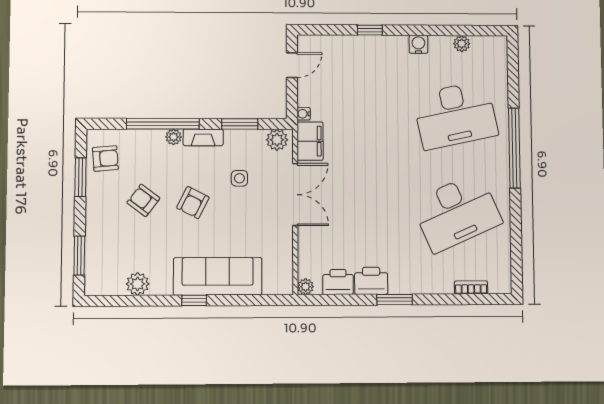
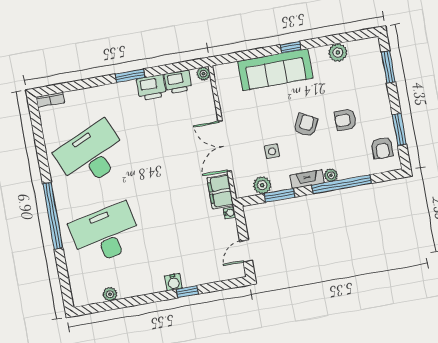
water cooler: (418, 44) -> (173, 282), moved
plant: (277, 140) -> (262, 185), moved
armchair: (105, 158) -> (382, 148), turned -85
armchair: (143, 200) -> (346, 120), turned 143
bookcase: (471, 287) -> (50, 100), moved

